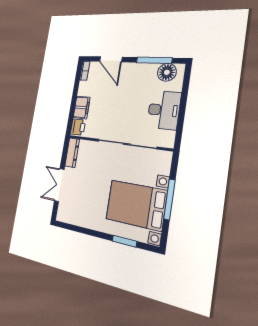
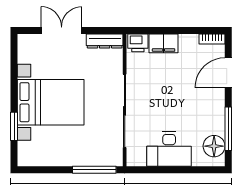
window: (169, 199) -> (94, 170), moved
bed with nightstands: (136, 205) -> (51, 102), moved, turned 90

